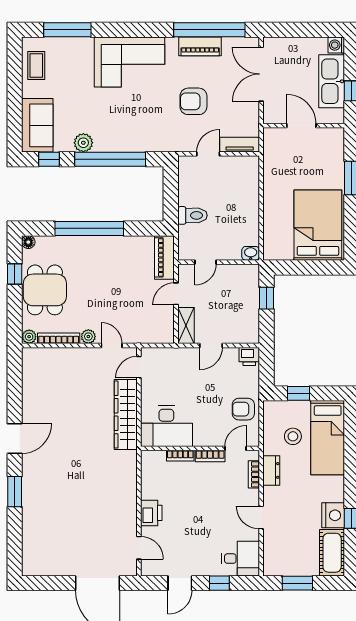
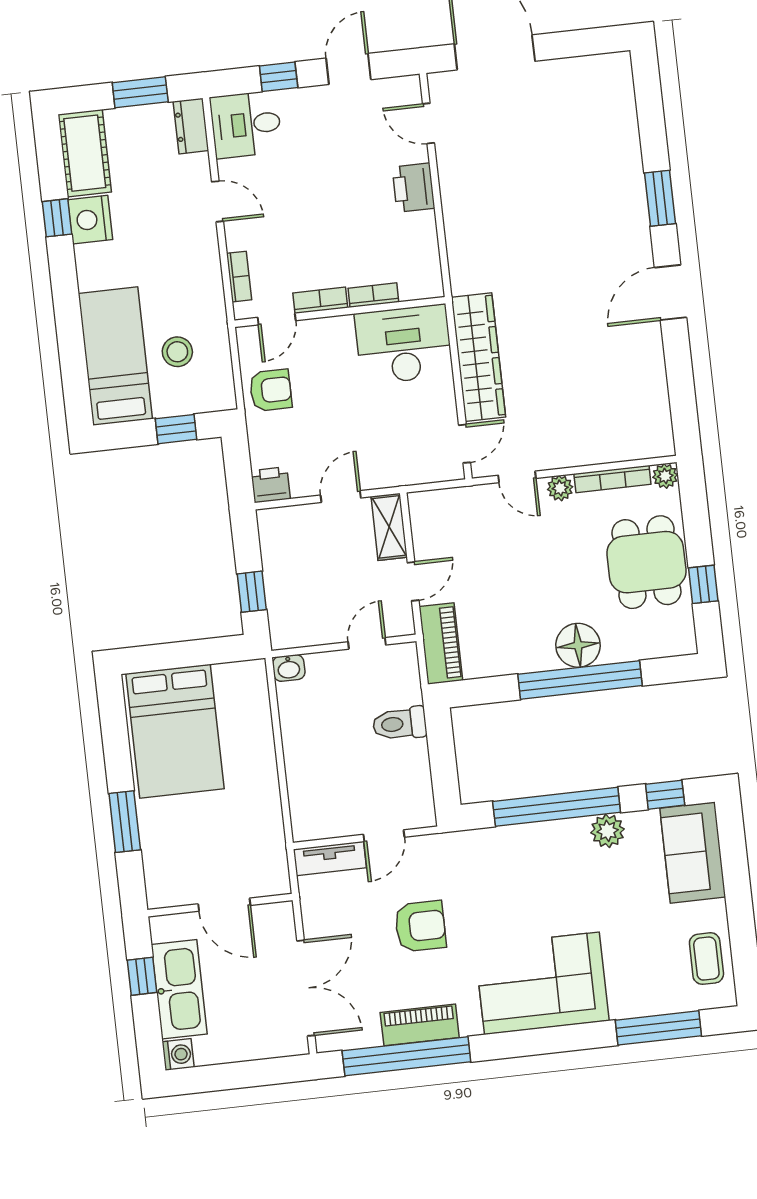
floor lamp: (28, 242) -> (578, 645), moved, width x1.89, depth x1.89
dresser: (271, 470) -> (191, 126), moved

